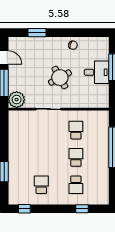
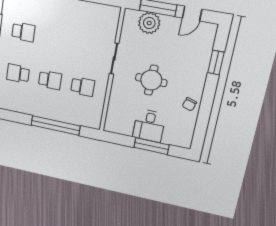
round table: (60, 78) -> (151, 80), turned 31
plant: (17, 100) -> (149, 23), moved

